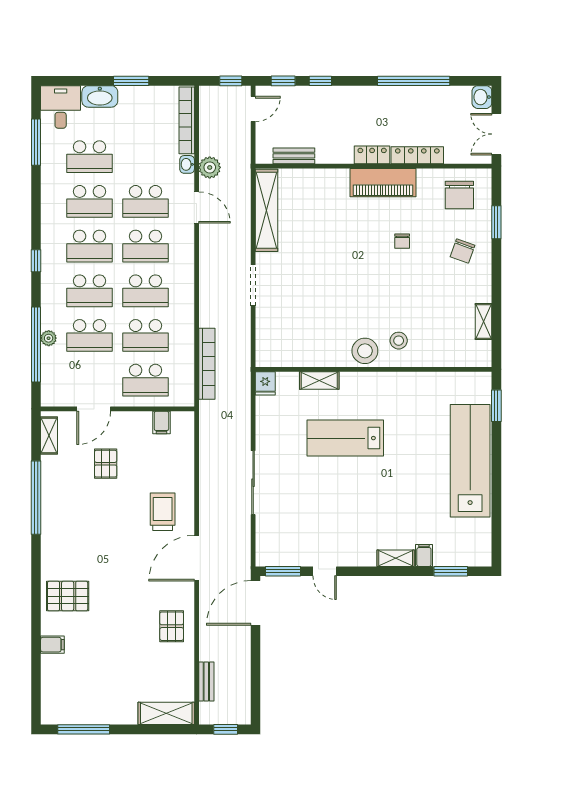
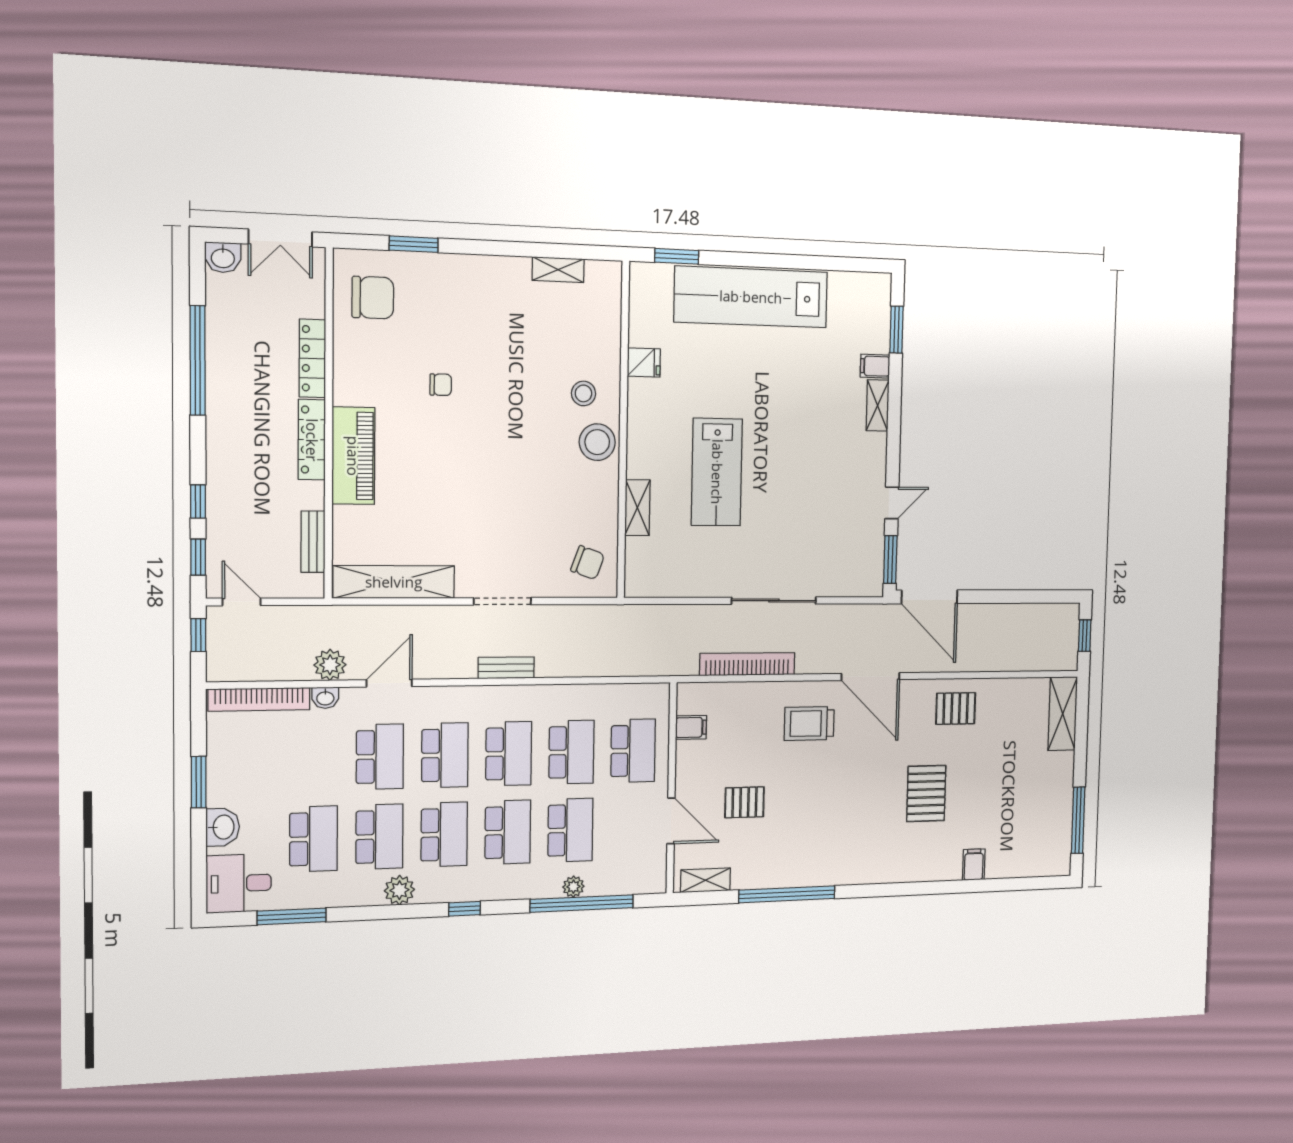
washbasin: (100, 96) -> (223, 827), width x0.72
locker: (372, 155) -> (312, 440), width x1.53
piano: (383, 183) -> (353, 456), moved
plant: (51, 215) -> (399, 890), added
chair: (462, 251) -> (588, 563), moved
bookcase: (207, 364) -> (747, 664), moved
fridge: (265, 383) -> (644, 363), moved
pallet: (68, 596) -> (926, 793), moved
bench: (206, 682) -> (506, 668), moved

